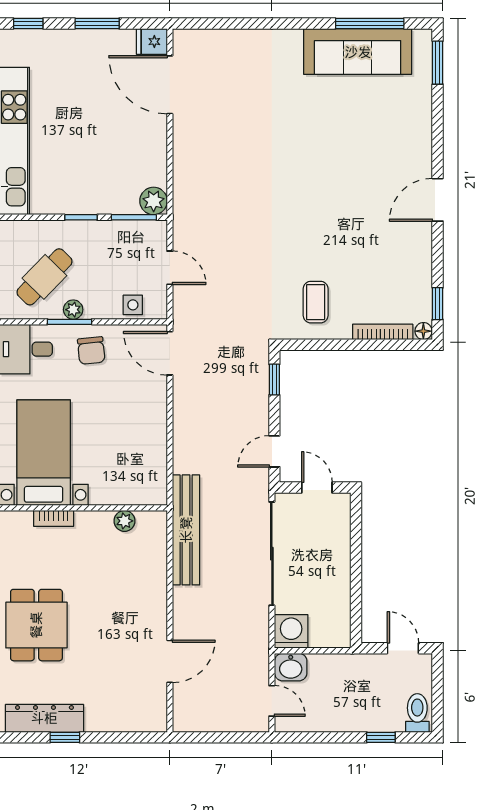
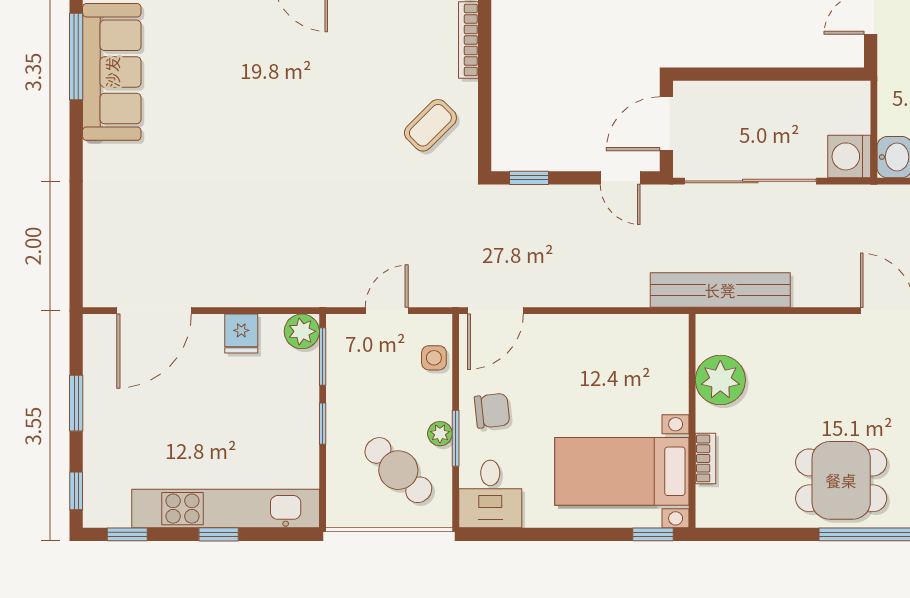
fridge: (152, 42) -> (241, 334), moved
coffee table: (316, 302) -> (430, 125), turned -45
door: (317, 488) -> (666, 124), width x1.37
plant: (125, 521) -> (720, 380), width x1.88, depth x1.88

